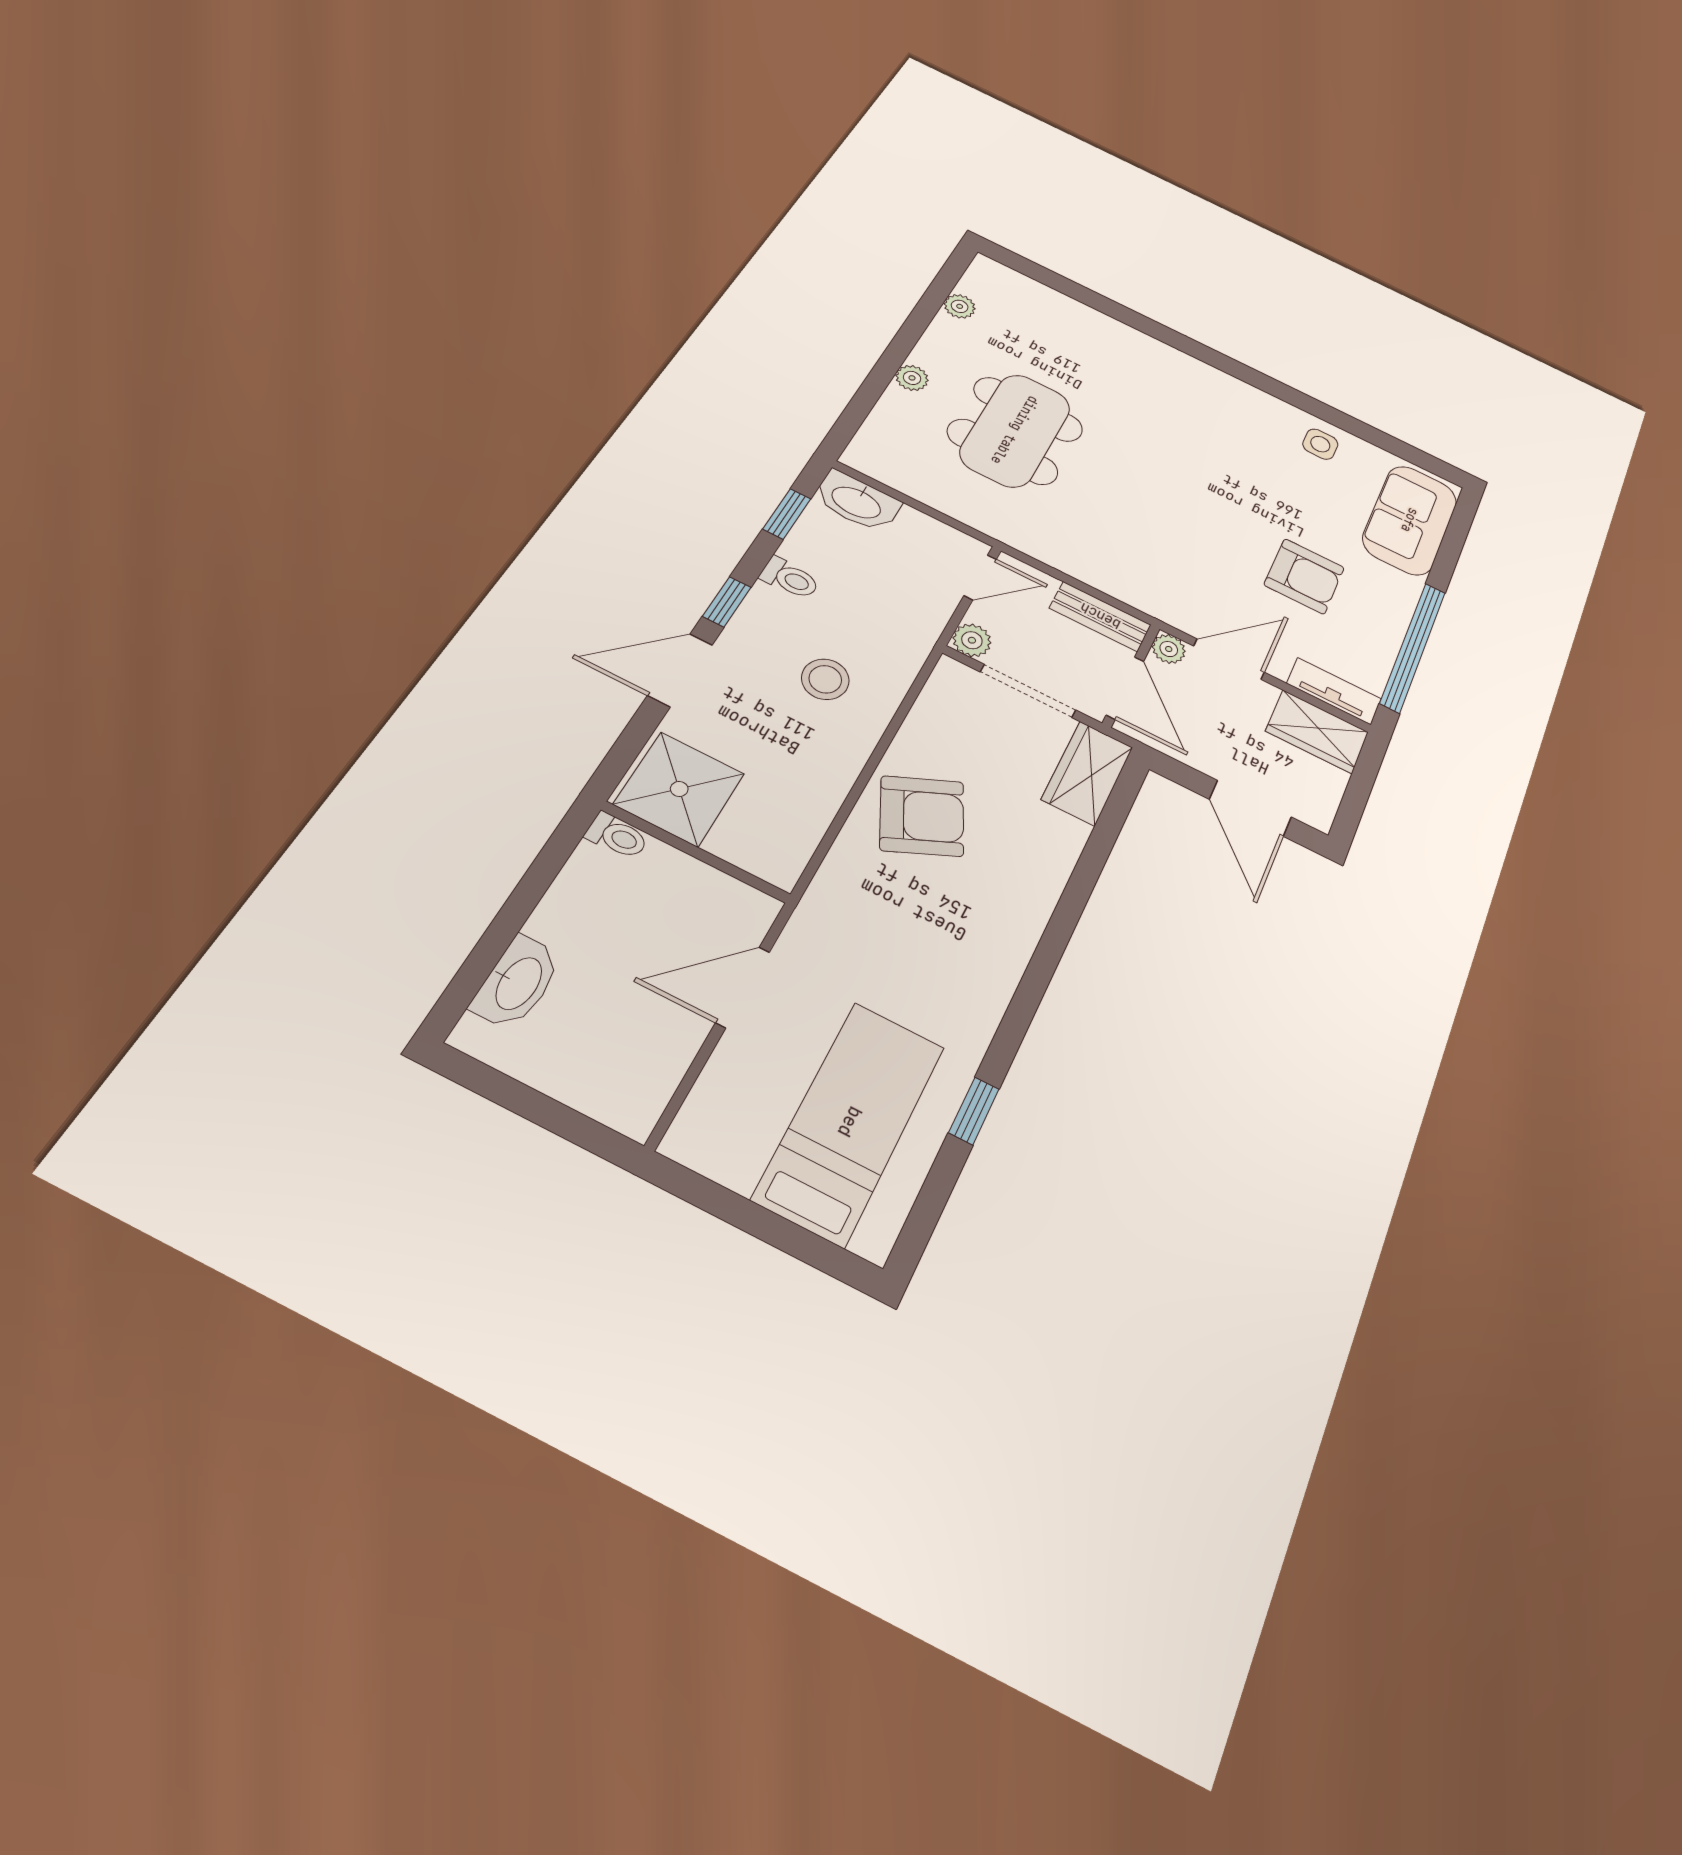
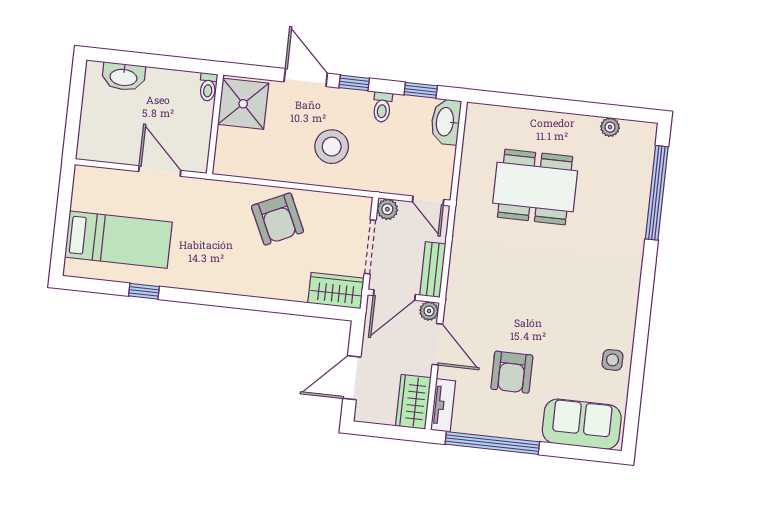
window: (1083, 295) -> (657, 193), added
plant: (912, 378) -> (544, 120), removed
stool: (825, 679) -> (332, 147), width x1.38, depth x1.38

